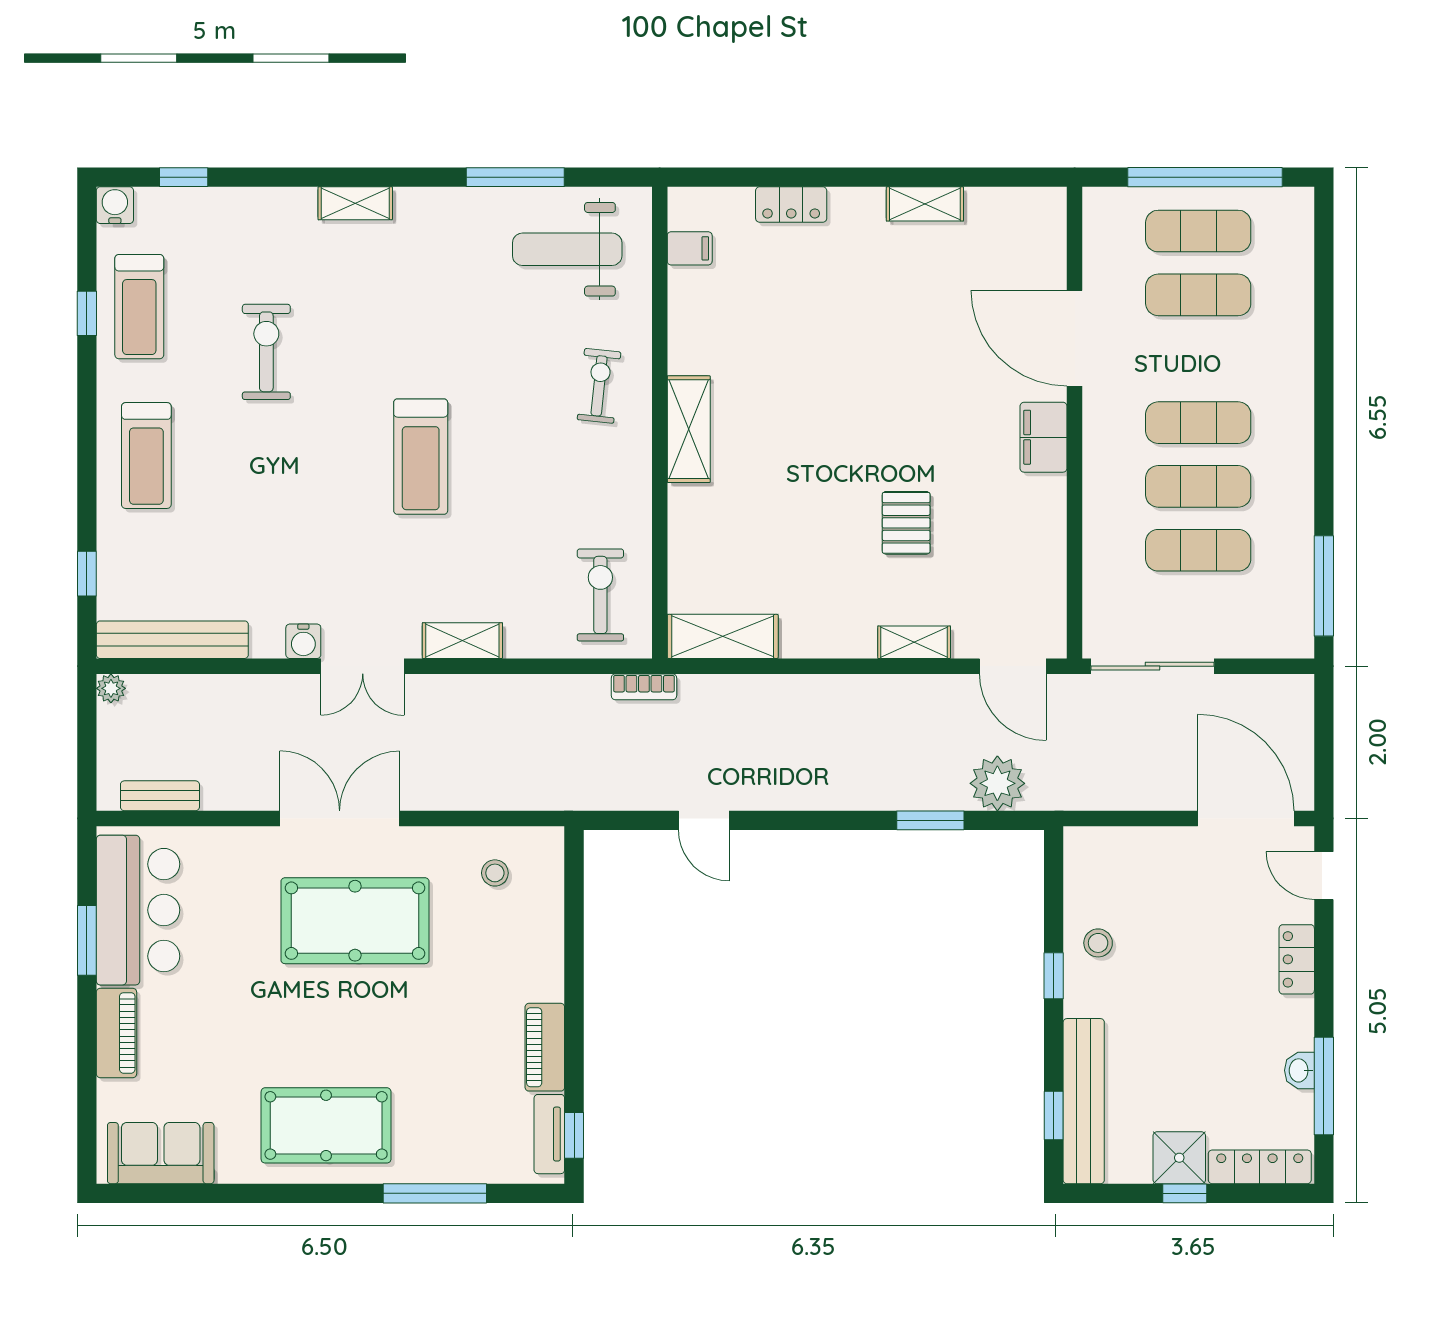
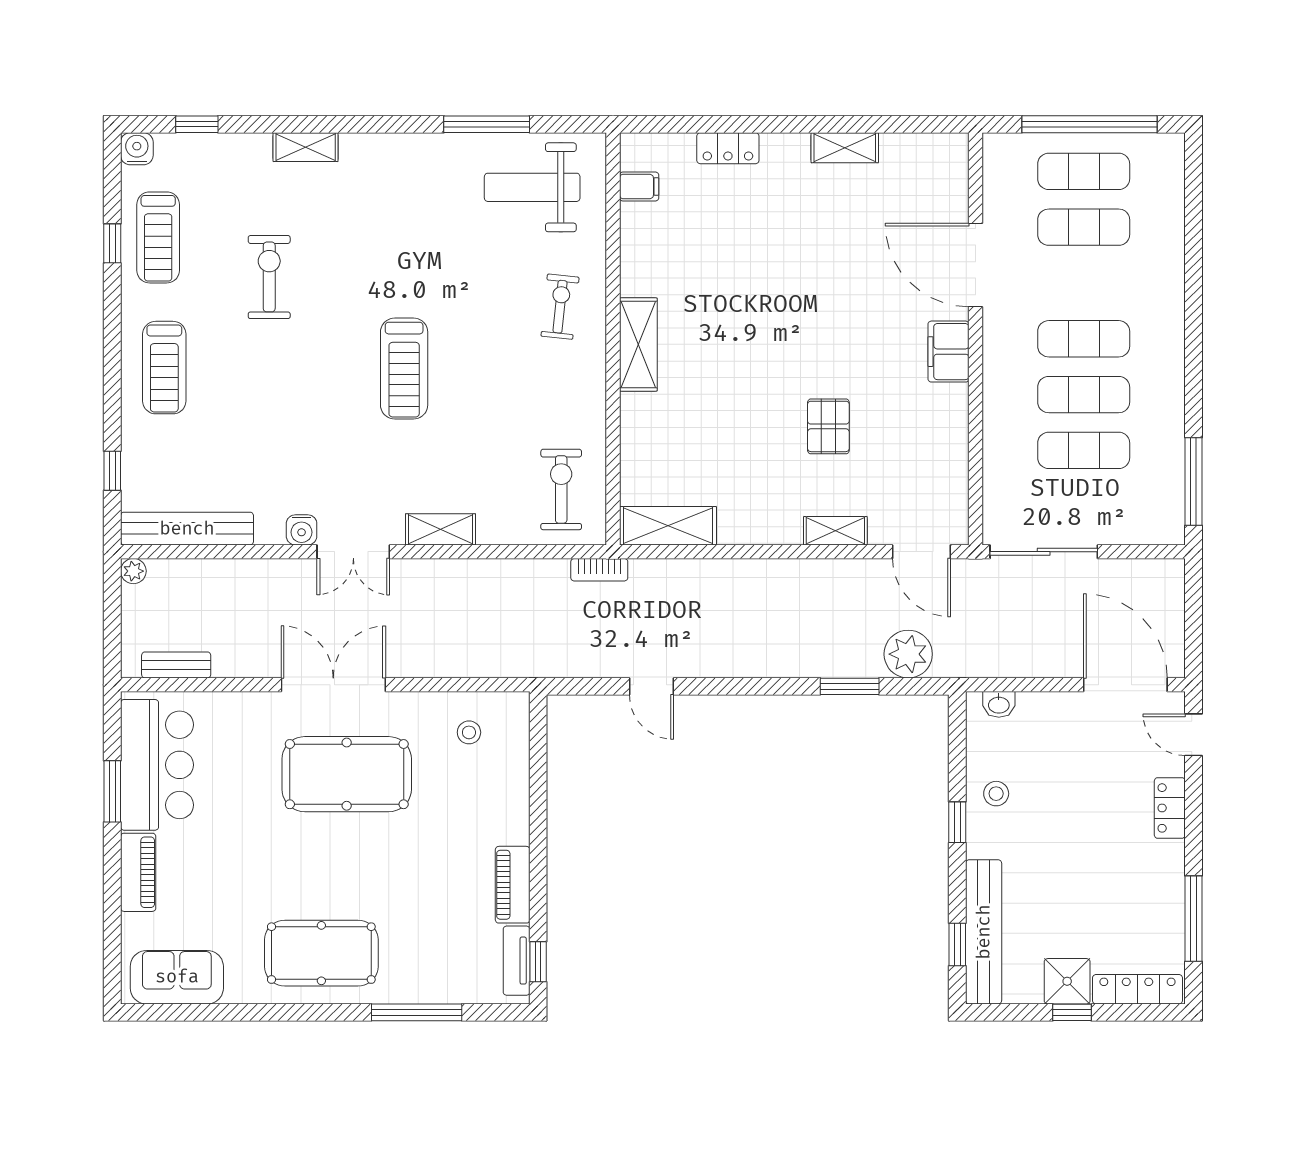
shelving: (355, 203) -> (306, 147), moved
washbasin: (1299, 1070) -> (999, 704), moved, turned -90

